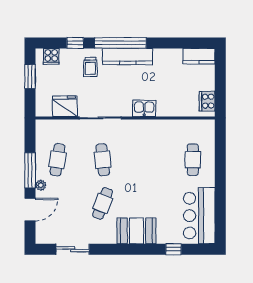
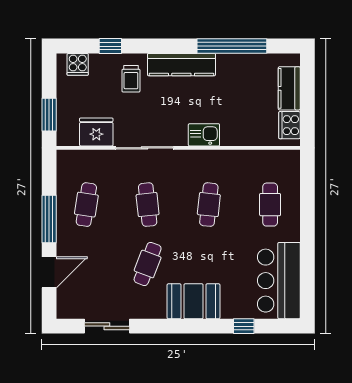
window: (120, 43) -> (232, 46), moved
kitchen counter: (199, 56) -> (289, 88), moved, turned 90
window: (30, 76) -> (49, 115), moved
cafe table: (148, 160) -> (209, 205), added
plant: (41, 185) -> (64, 239), removed

